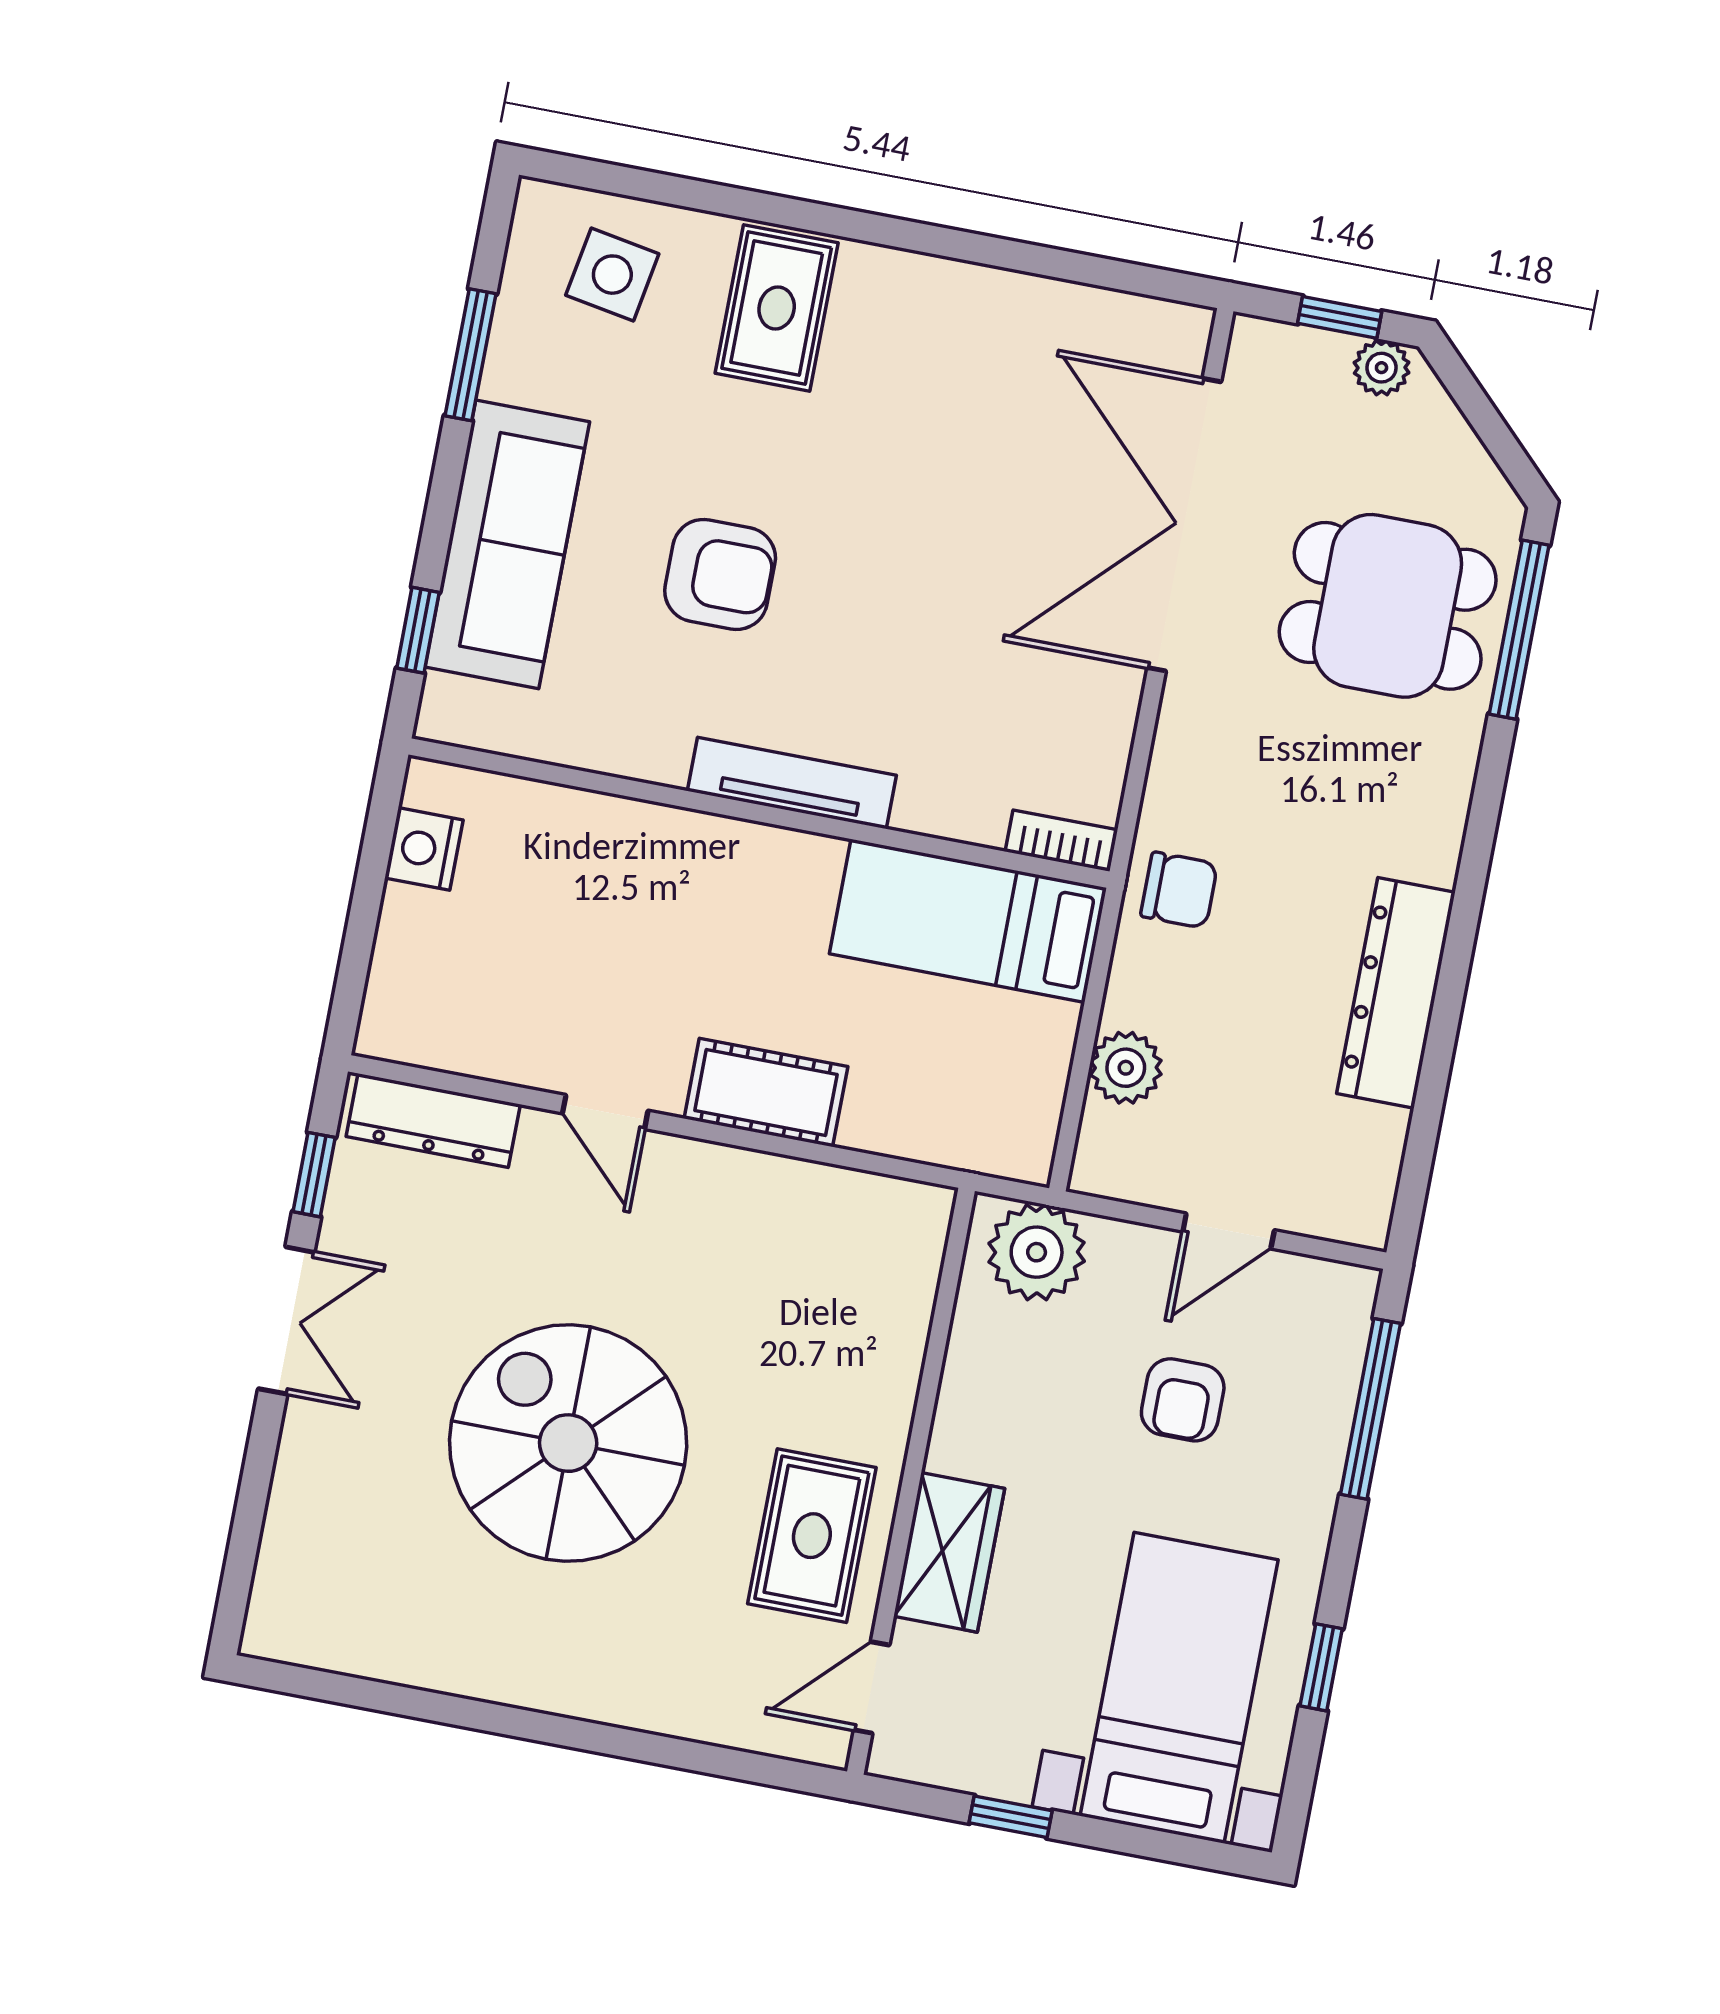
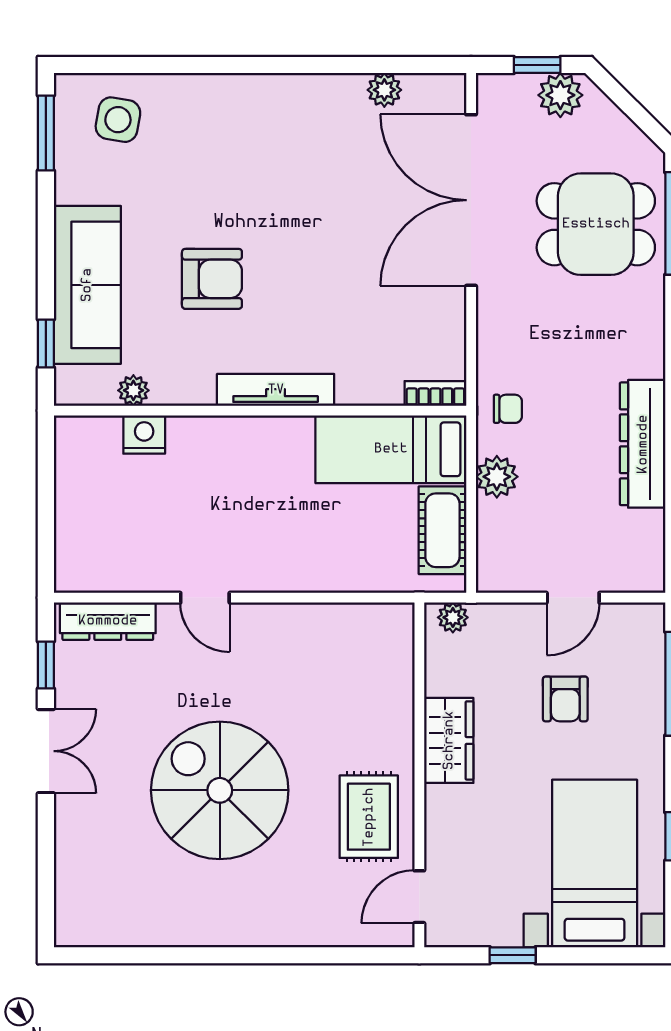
rug: (777, 308) -> (215, 121), removed
plant: (1073, 310) -> (384, 90), added
window: (471, 355) -> (46, 133), moved
plant: (1382, 368) -> (560, 95), width x1.38, depth x1.38
plant: (551, 738) -> (133, 390), added
nightstand: (424, 849) -> (144, 435), moved, turned 90
chair: (1179, 890) -> (508, 409), width x0.73, depth x0.73
plant: (1126, 1068) -> (497, 477), moved
cot: (766, 1092) -> (442, 530), moved, turned 90
plant: (1037, 1252) -> (453, 617), width x0.53, depth x0.53
wardrobe: (949, 1552) -> (449, 740), moved

